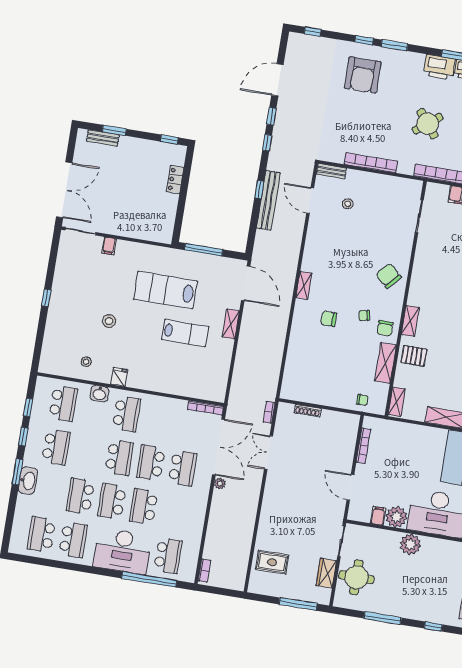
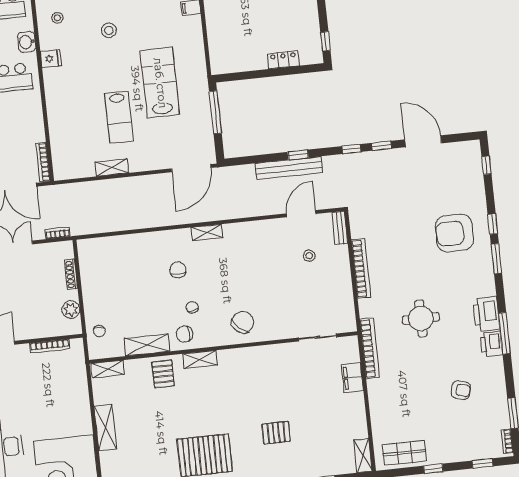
round table: (428, 124) -> (421, 319), turned 38
shelving: (231, 324) -> (112, 167), moved
plant: (337, 419) -> (71, 310), added

